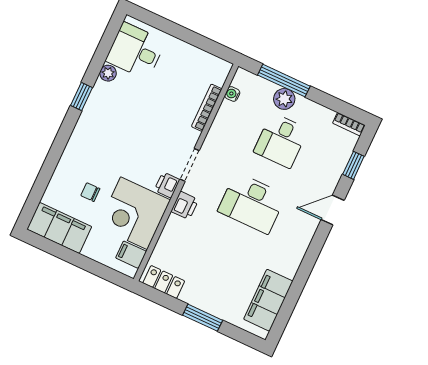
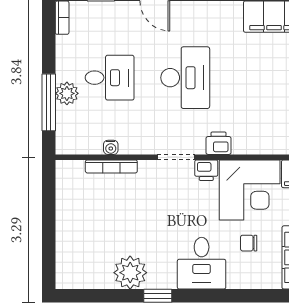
desk: (136, 51) -> (202, 263), moved
plant: (108, 73) -> (130, 273), width x1.87, depth x1.87
water cooler: (232, 94) -> (111, 147), moved
chair: (90, 192) -> (249, 243), turned 90

